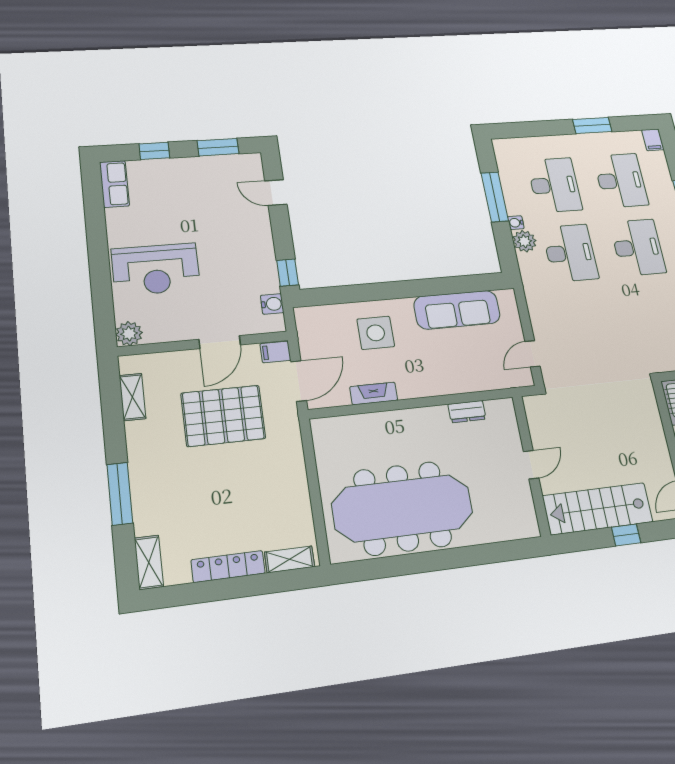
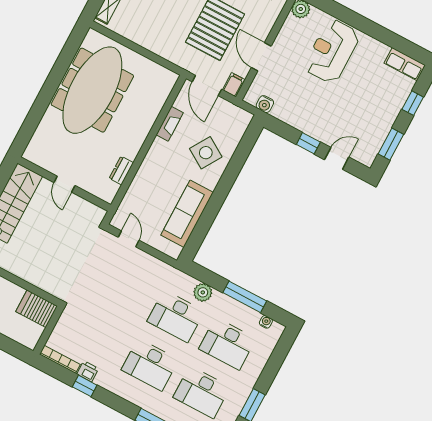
water cooler: (516, 223) -> (266, 322), moved
window: (288, 273) -> (308, 143), moved
side table: (376, 333) -> (206, 153), turned 32

